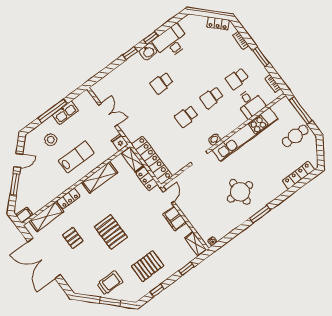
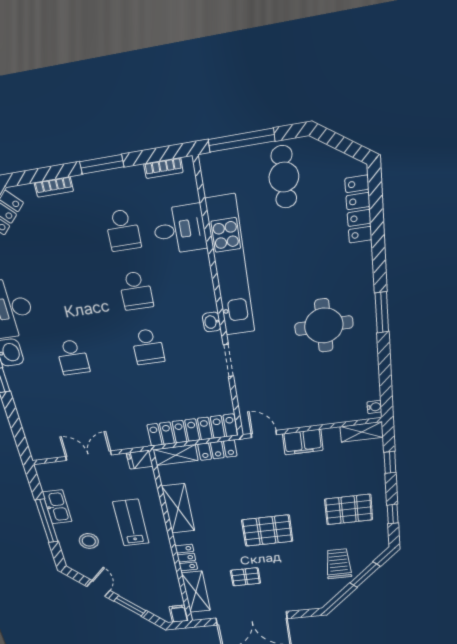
pallet: (148, 266) -> (349, 509), turned 90

